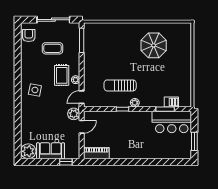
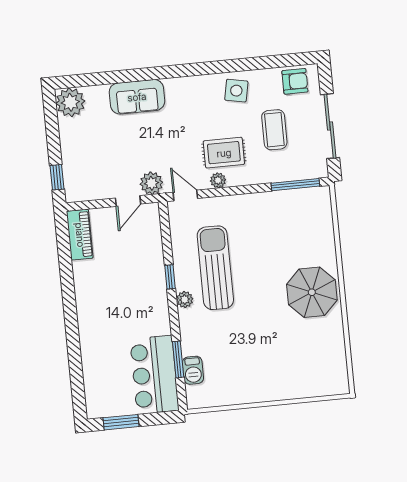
parasol: (154, 45) -> (312, 292), moved
sun lounger: (120, 85) -> (215, 268), width x1.36, depth x1.34
side table: (35, 90) -> (236, 91), moved
door: (82, 127) -> (128, 201), hinge flipped
sofa: (51, 151) -> (137, 97), moved, turned 90

